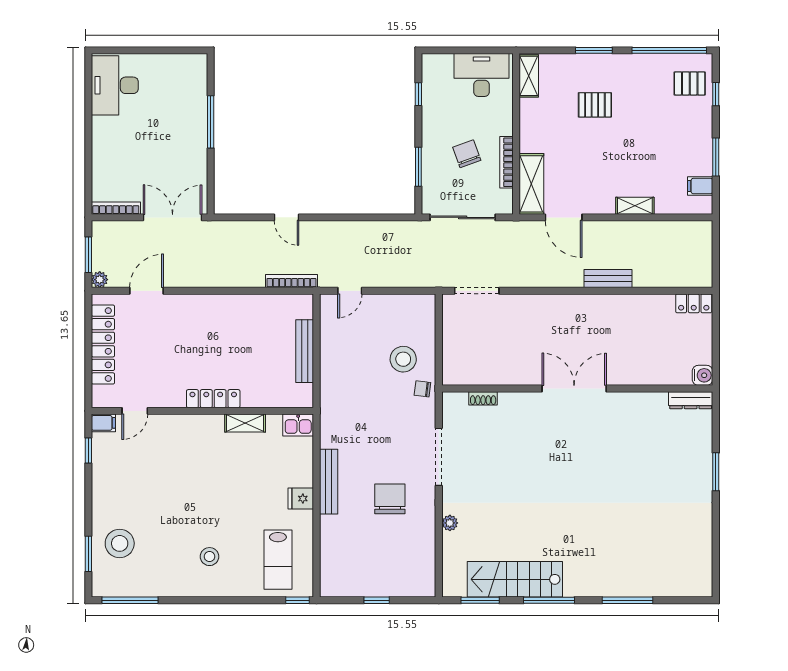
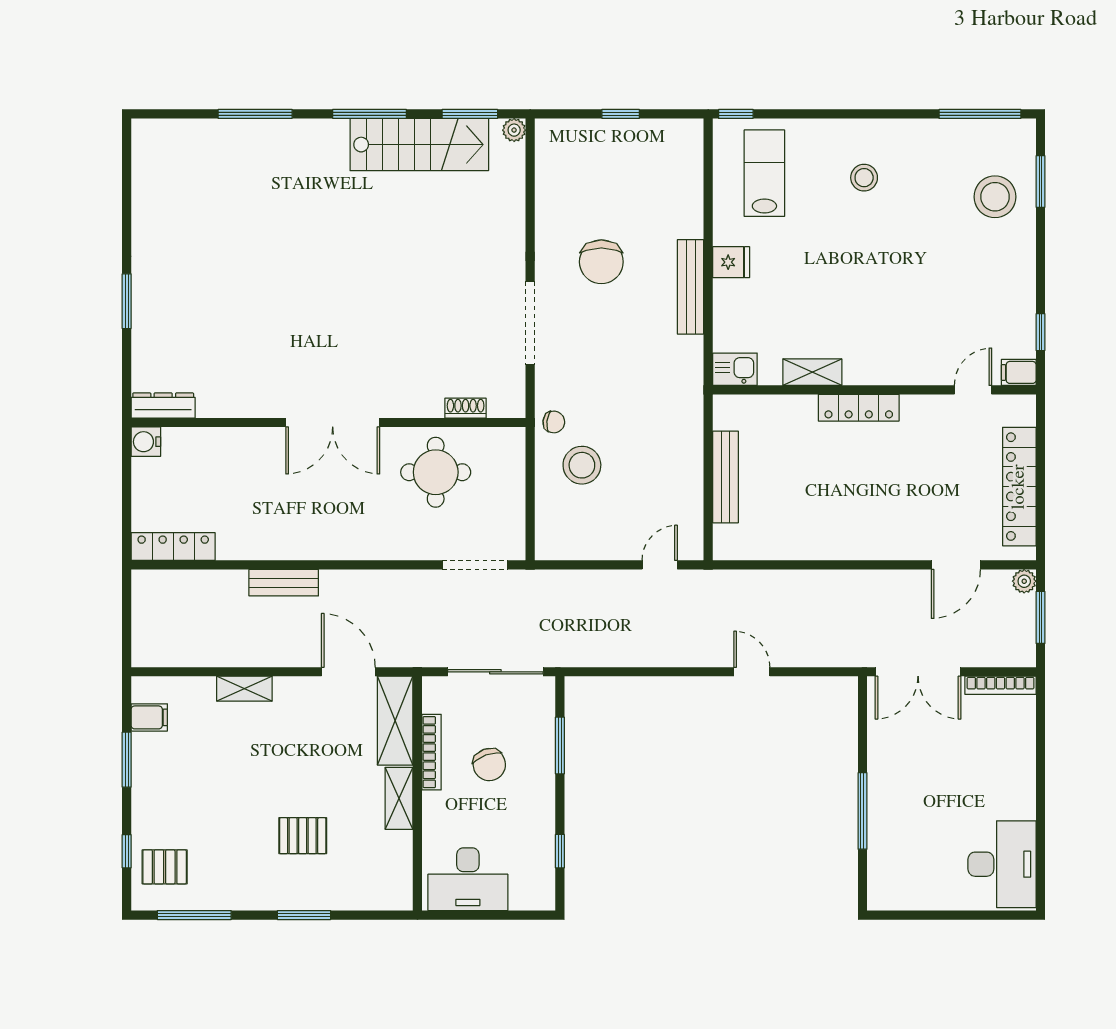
window: (669, 50) -> (194, 915), width x0.68
shelving: (529, 76) -> (399, 798), moved
bookcase: (291, 281) -> (745, 579), removed
locker: (694, 303) -> (173, 547), width x1.53
round table: (504, 354) -> (436, 472), added
plant: (450, 523) -> (514, 130), moved

